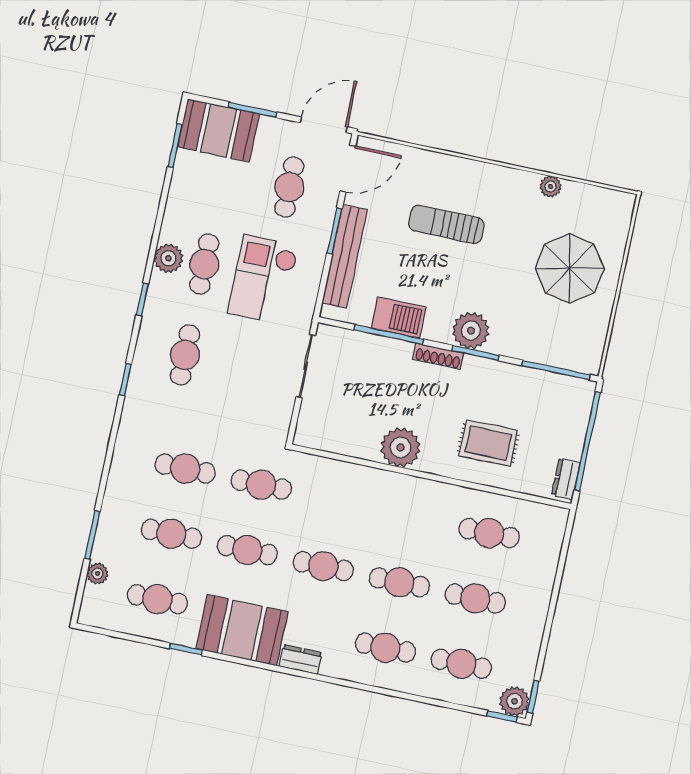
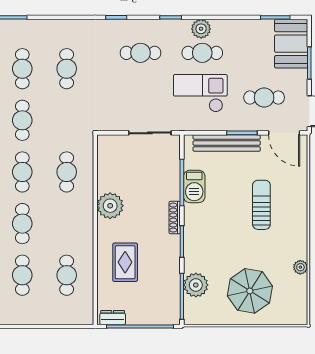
plant: (471, 331) -> (196, 285), moved
cafe table: (261, 485) -> (67, 172), moved

